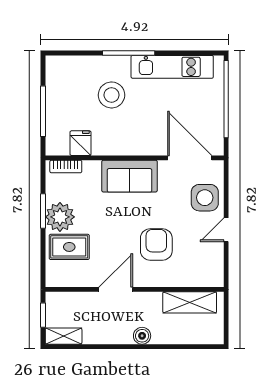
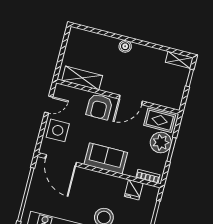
door: (116, 289) -> (131, 100), moved
wall: (135, 289) -> (118, 97), moved
shelving: (190, 302) -> (82, 78), moved

